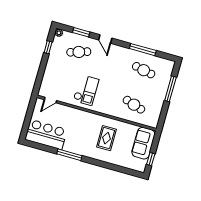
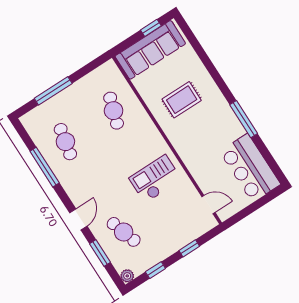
window: (41, 71) -> (189, 248), added
sofa: (143, 143) -> (150, 50), width x1.36

